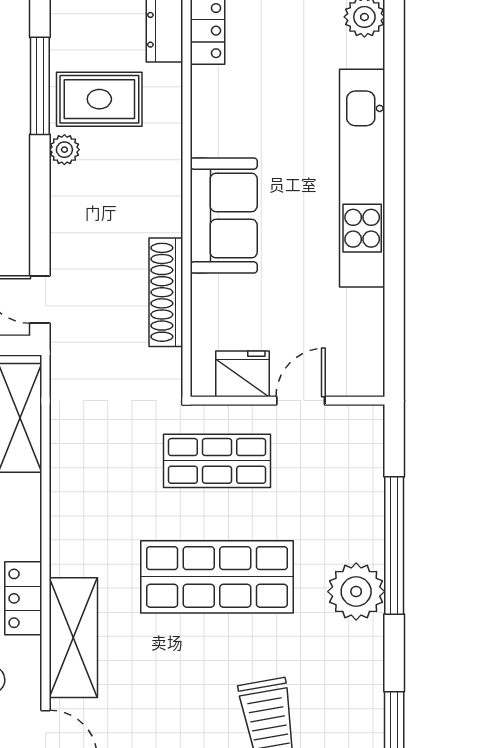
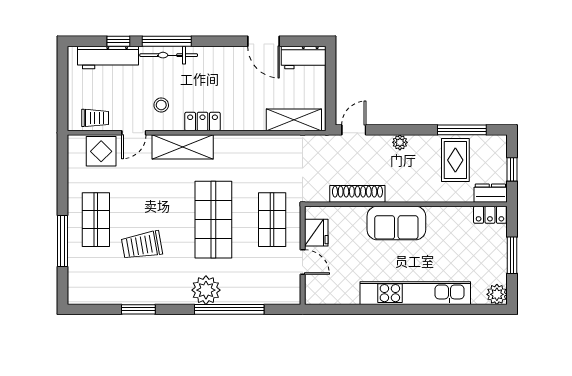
plant: (64, 150) -> (400, 142), moved

